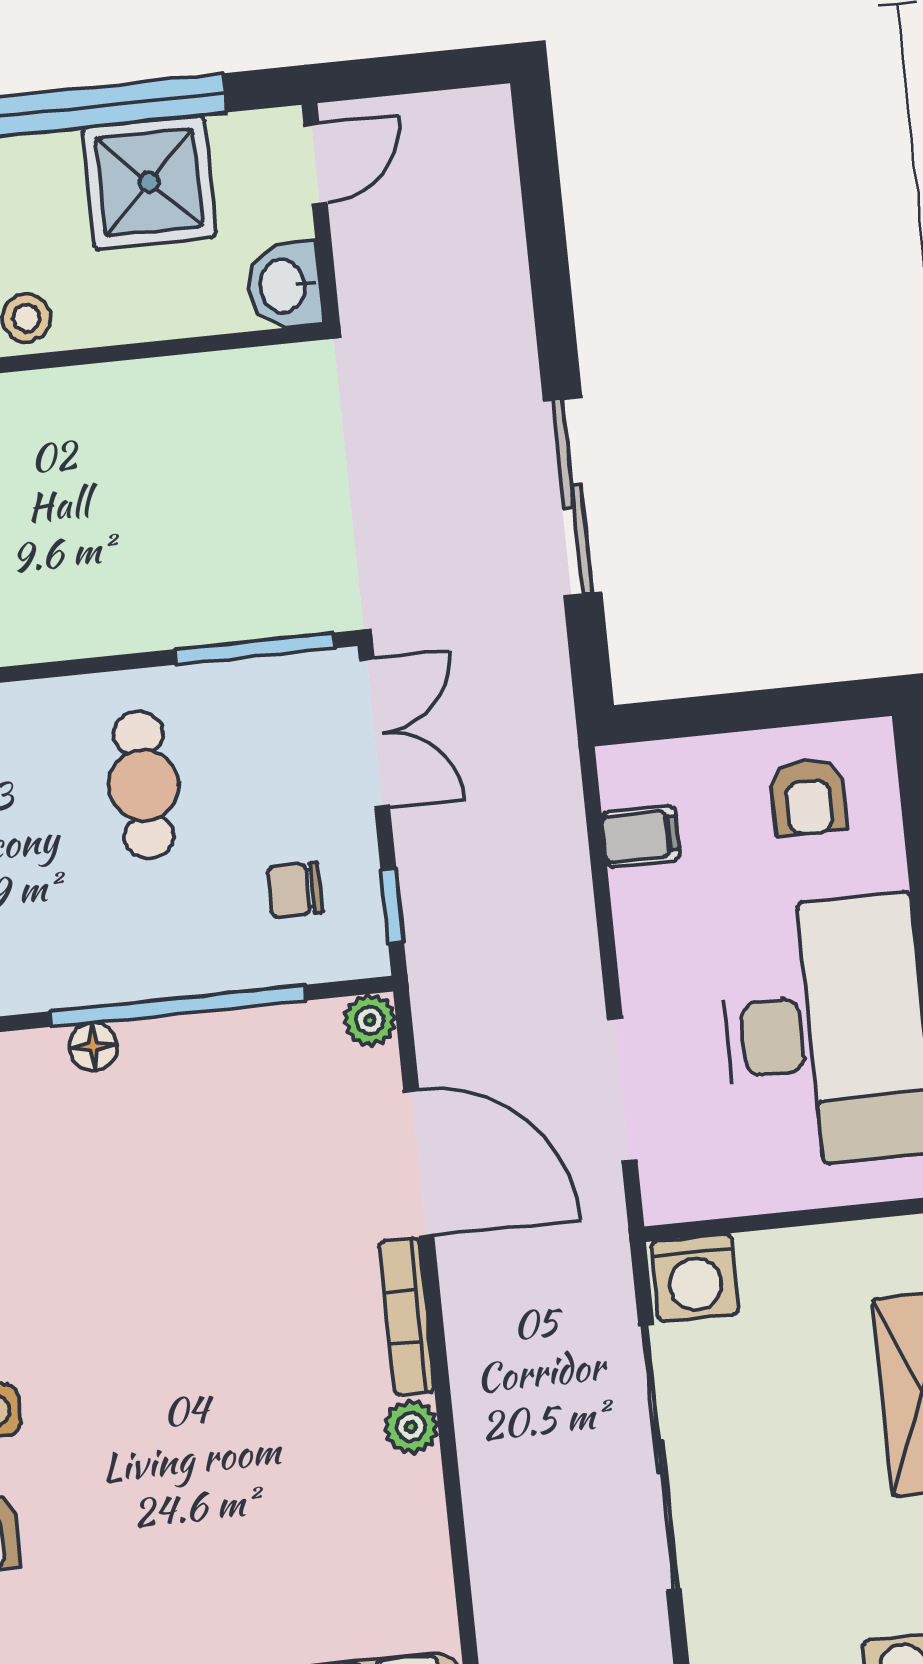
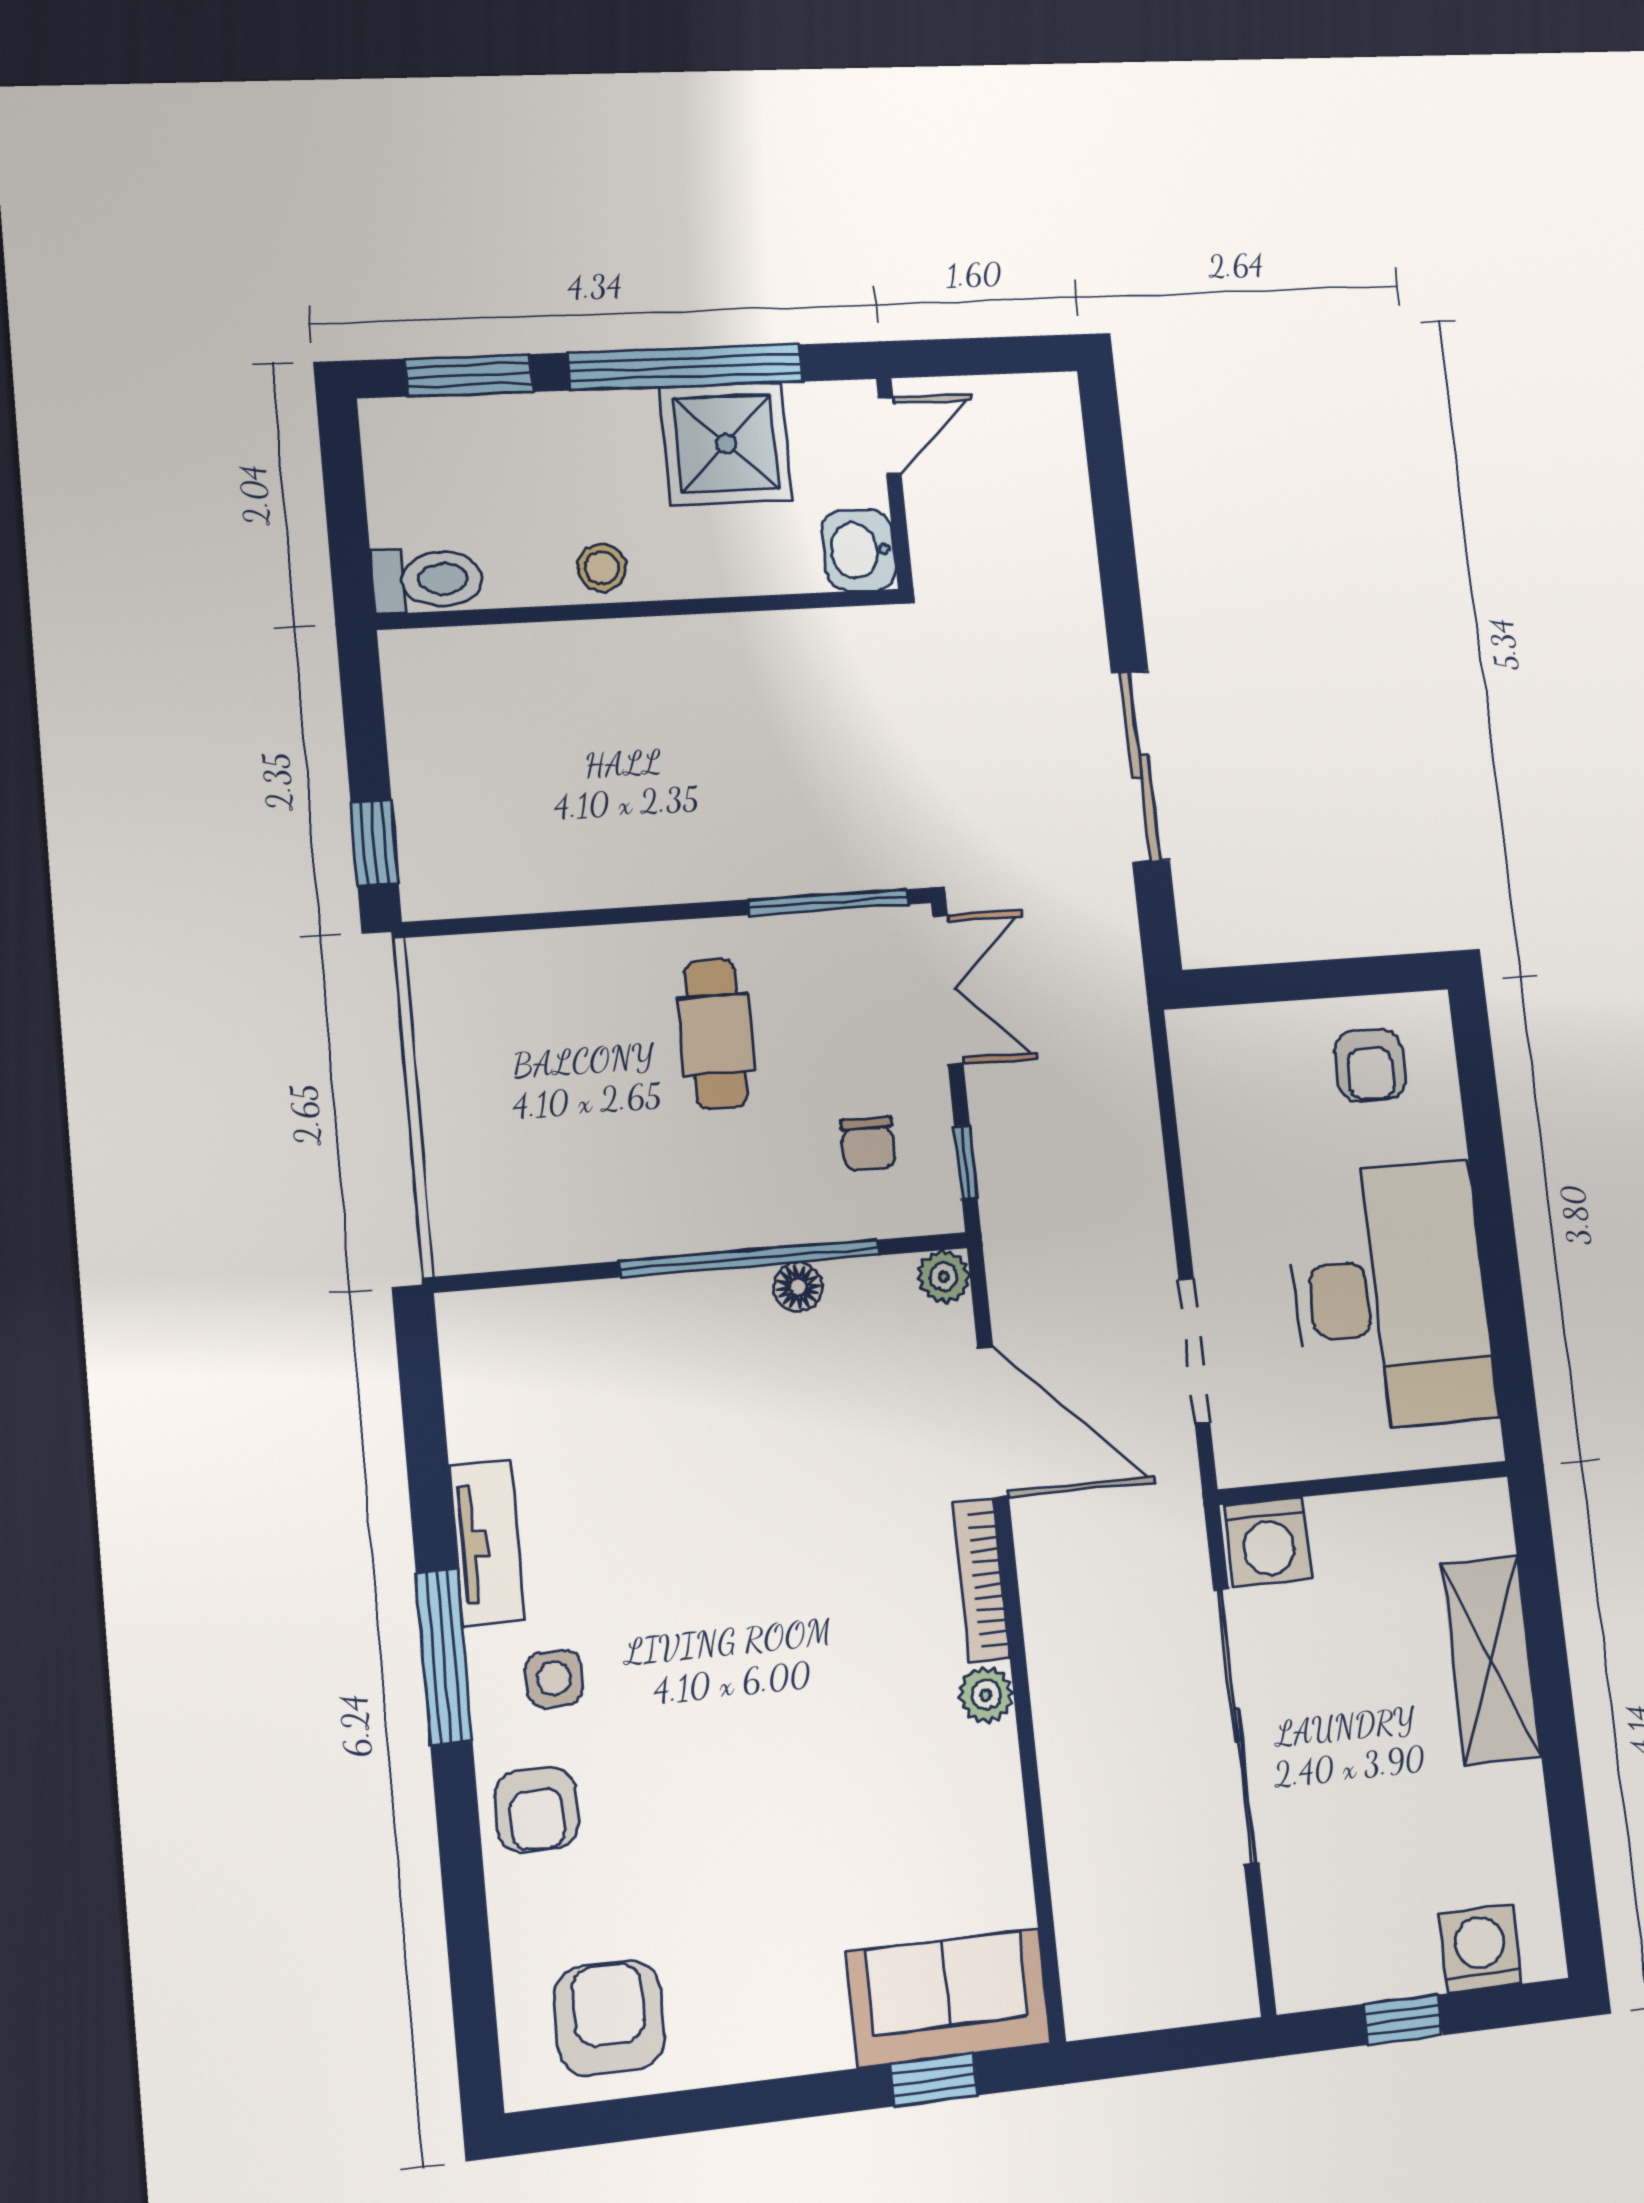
filing cabinet: (641, 836) -> (1210, 1099), removed
chair: (295, 890) -> (868, 1143), turned -90
floor lamp: (93, 1047) -> (798, 1287), moved

